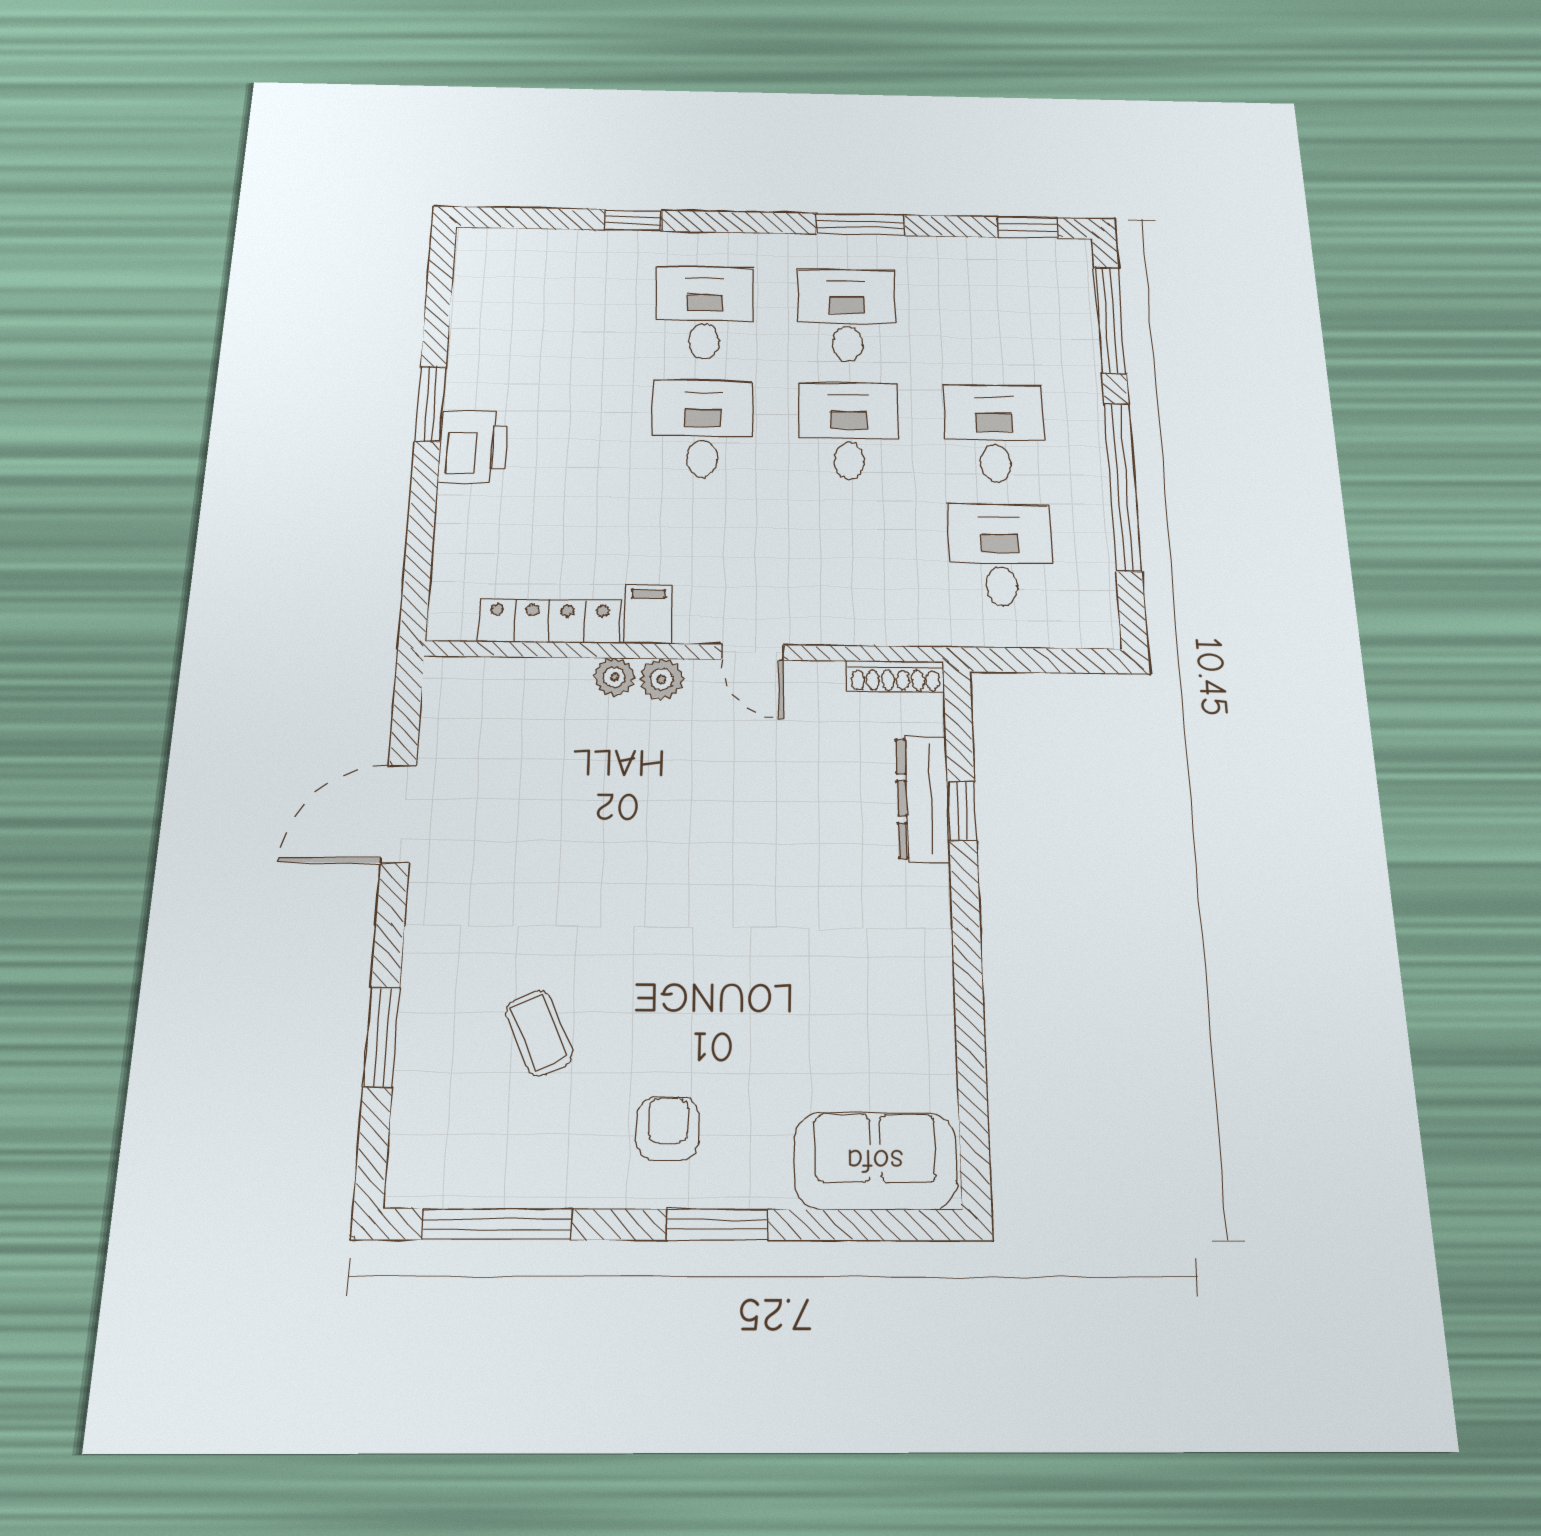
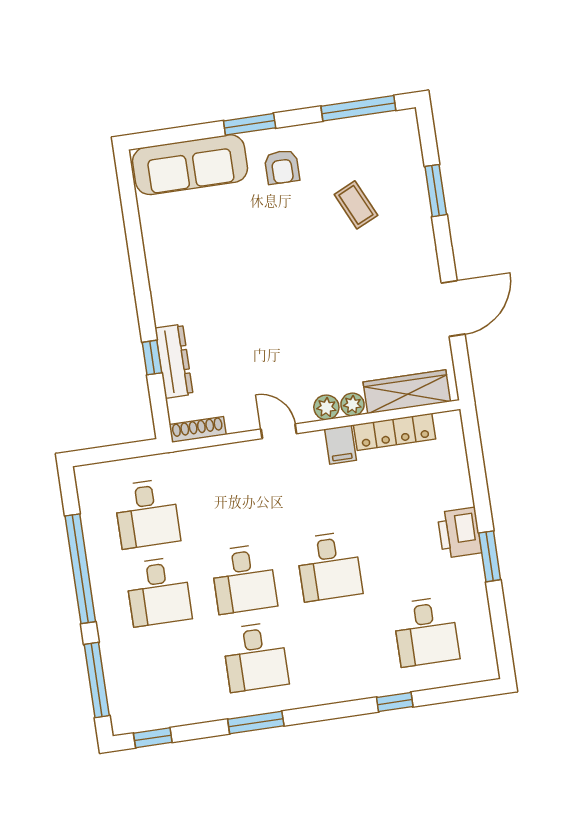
desk: (704, 313) -> (426, 632), moved
wardrobe: (514, 684) -> (407, 392), added
sofa: (875, 1161) -> (190, 165), width x1.36

